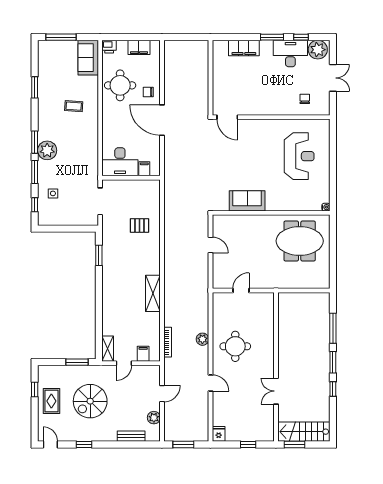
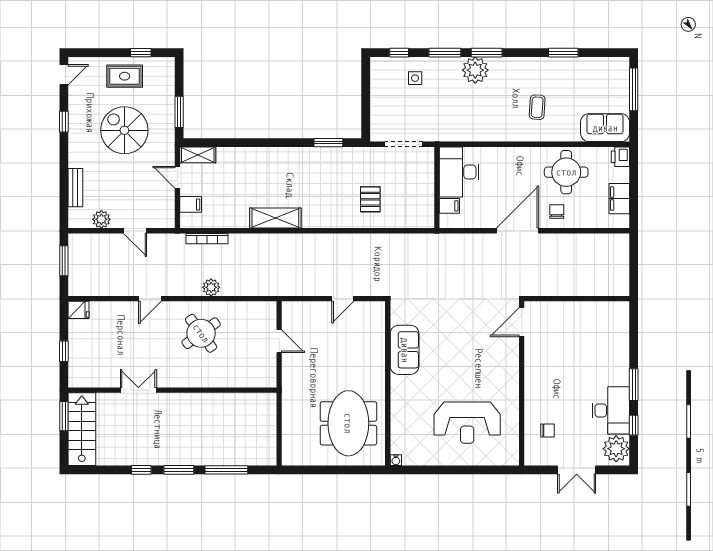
filing cabinet: (244, 48) -> (618, 345), removed
round table: (235, 346) -> (201, 333), turned -36

